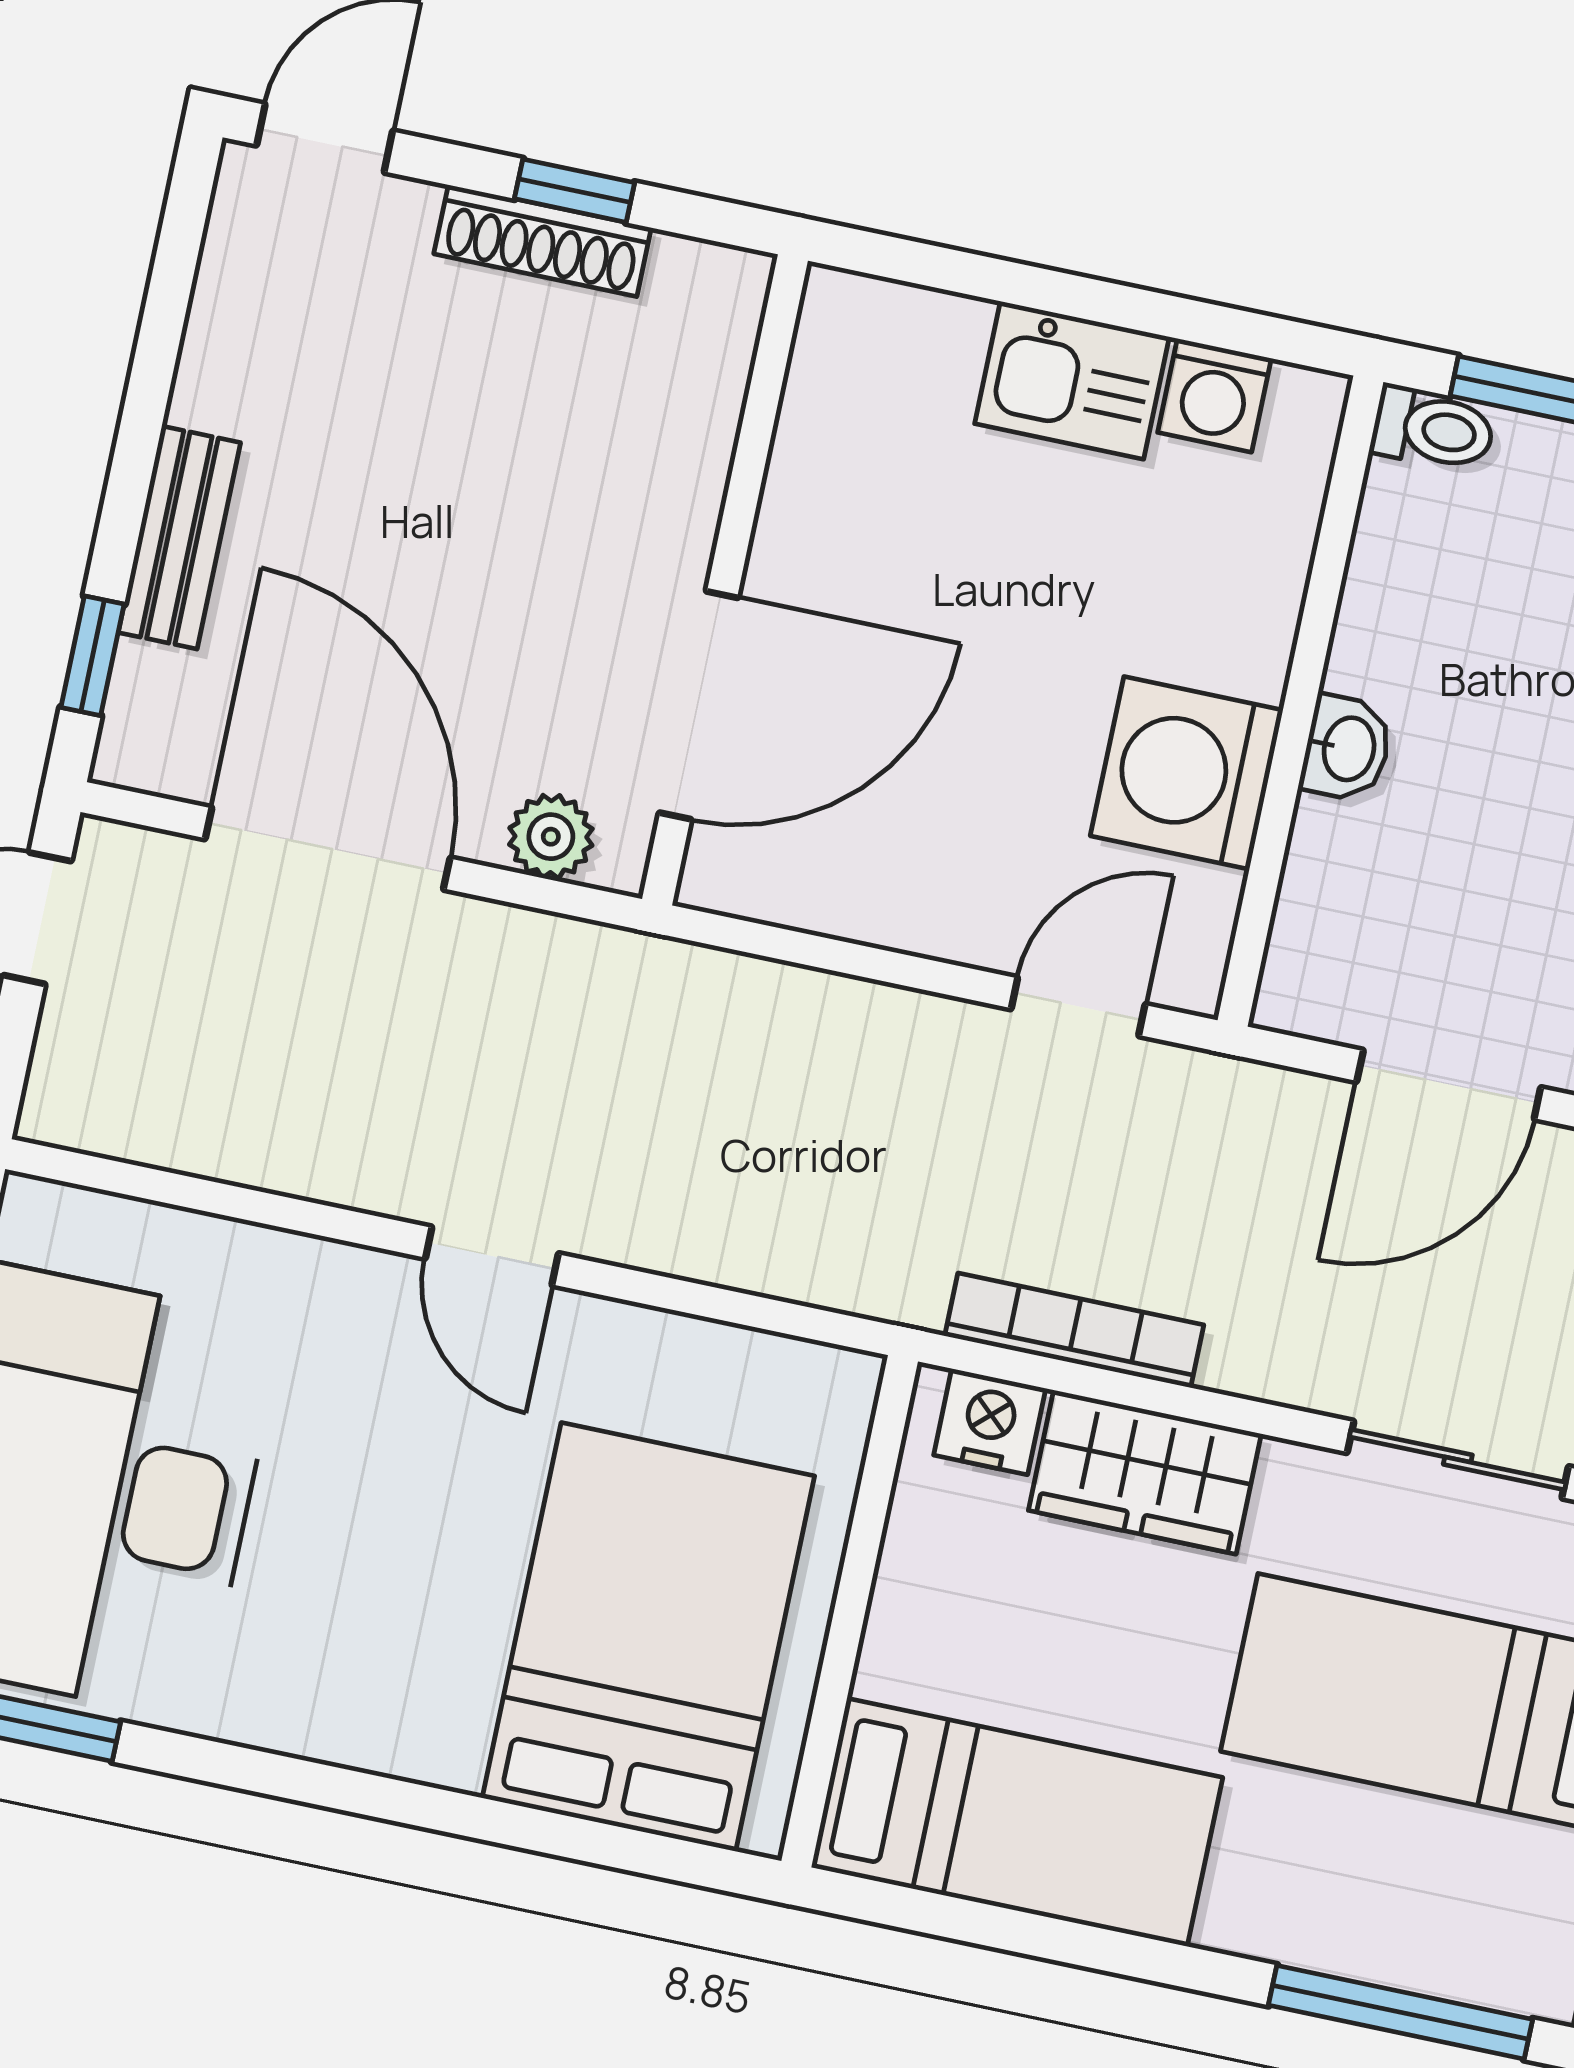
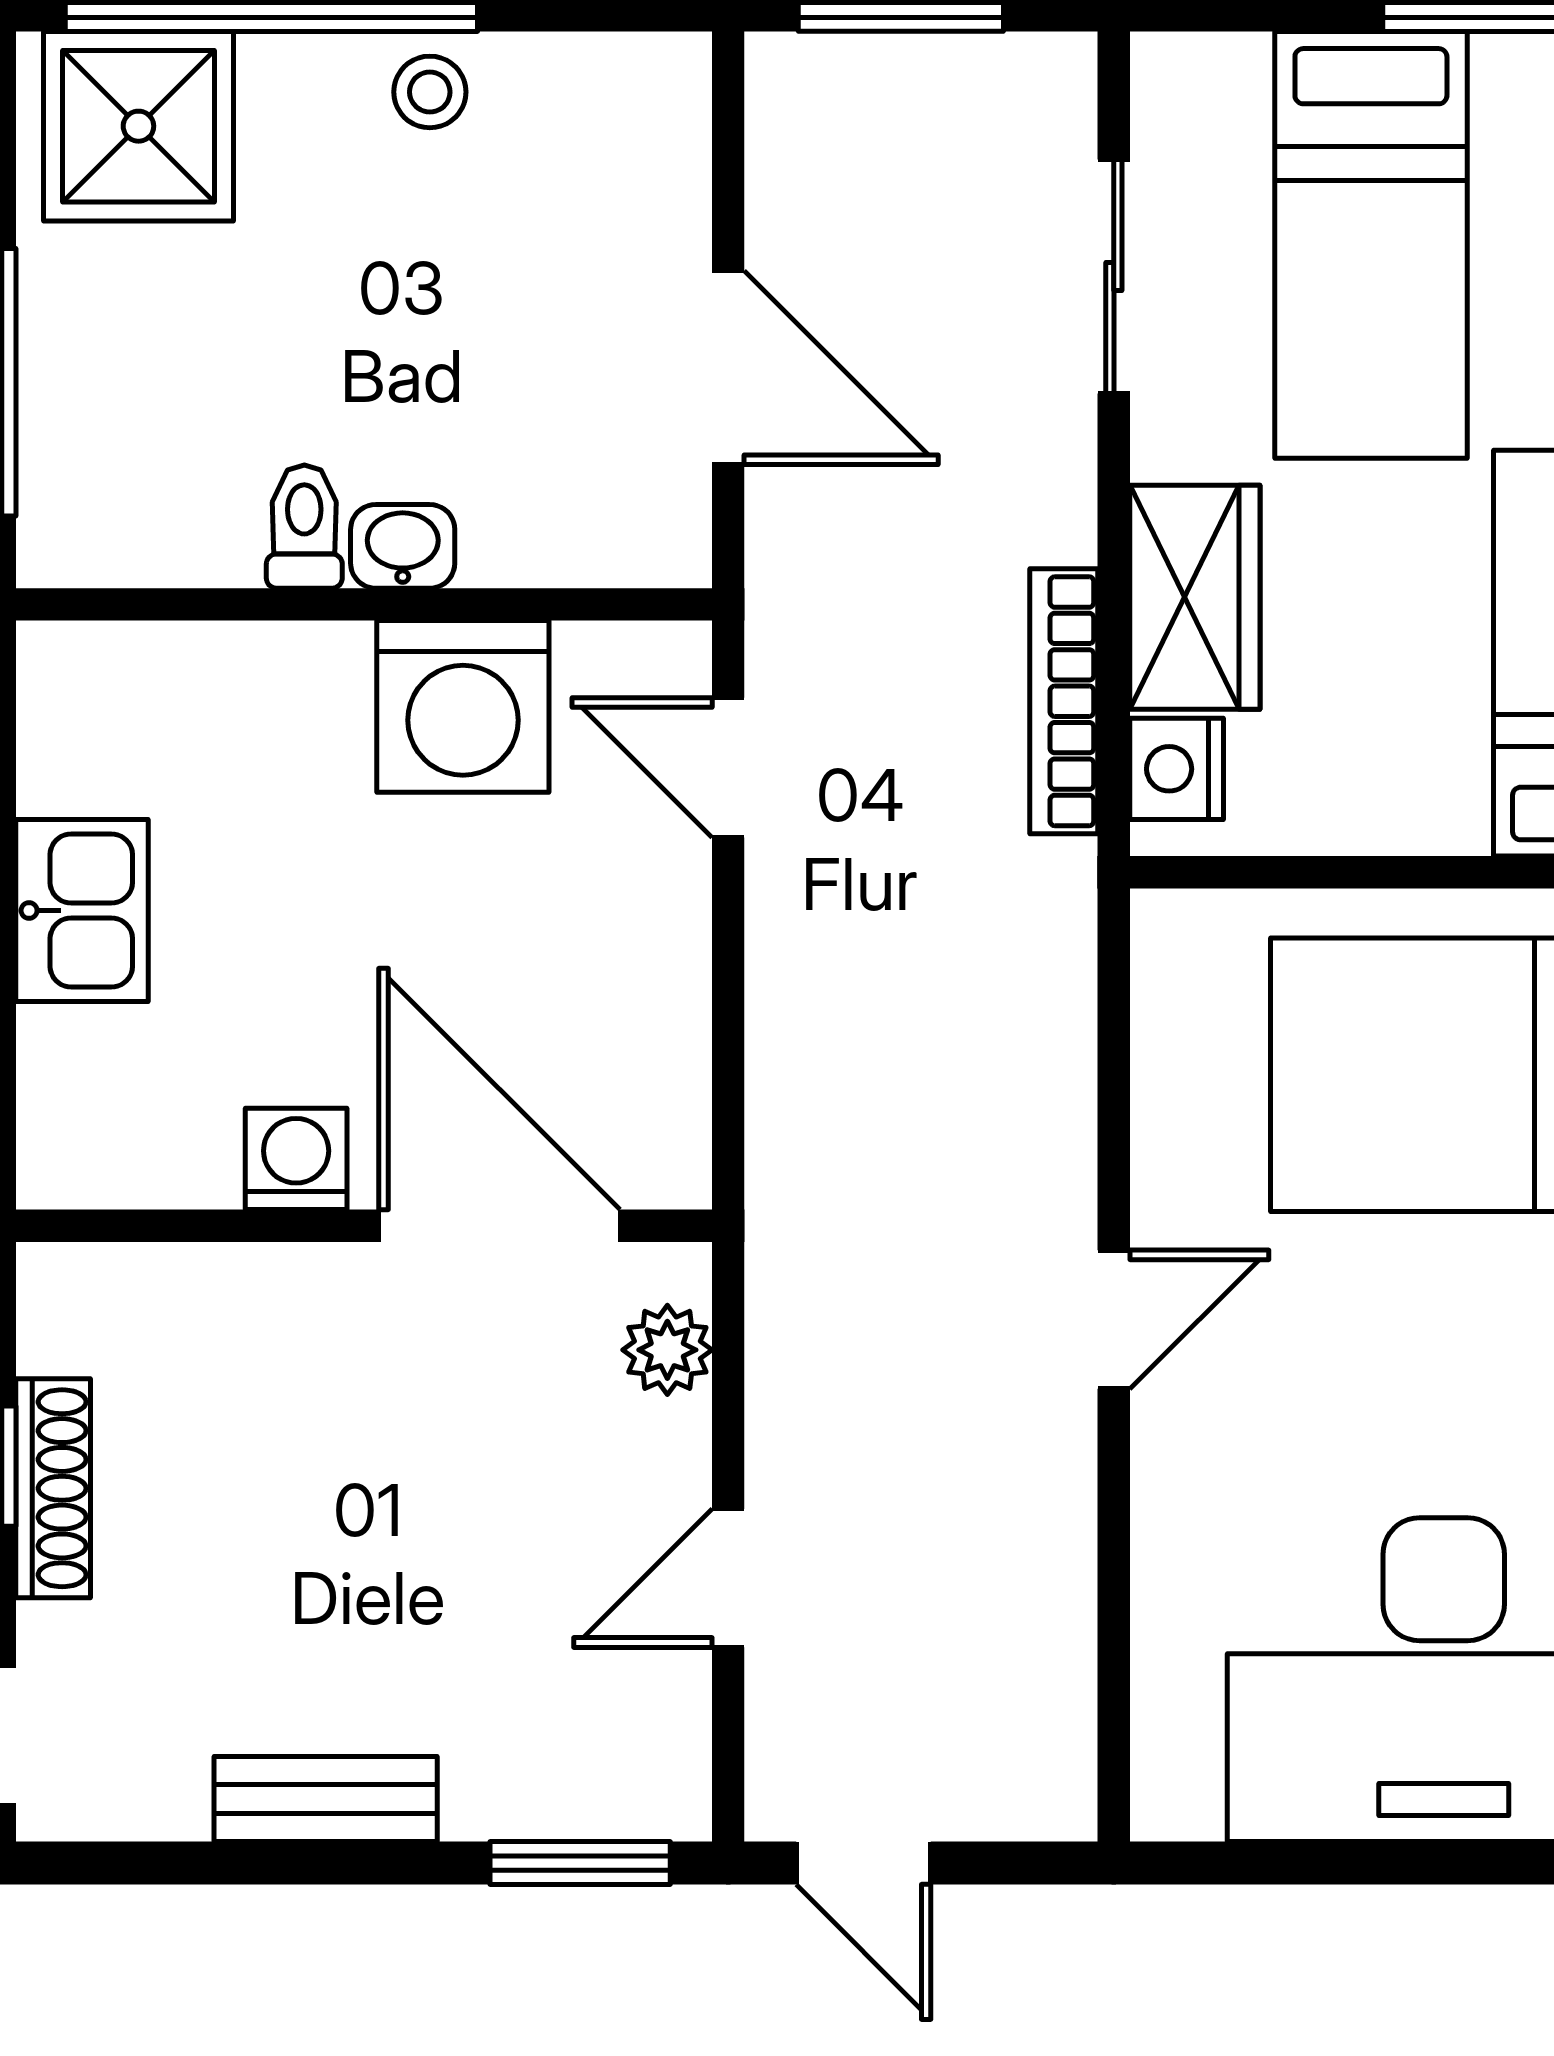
washing machine: (1214, 395) -> (296, 1159), moved, turned -90
toilet: (1433, 429) -> (304, 527), moved
bench: (179, 538) -> (326, 1799), moved
window: (93, 656) -> (580, 1863), width x1.50
door: (328, 848) -> (728, 1578), width x0.53

